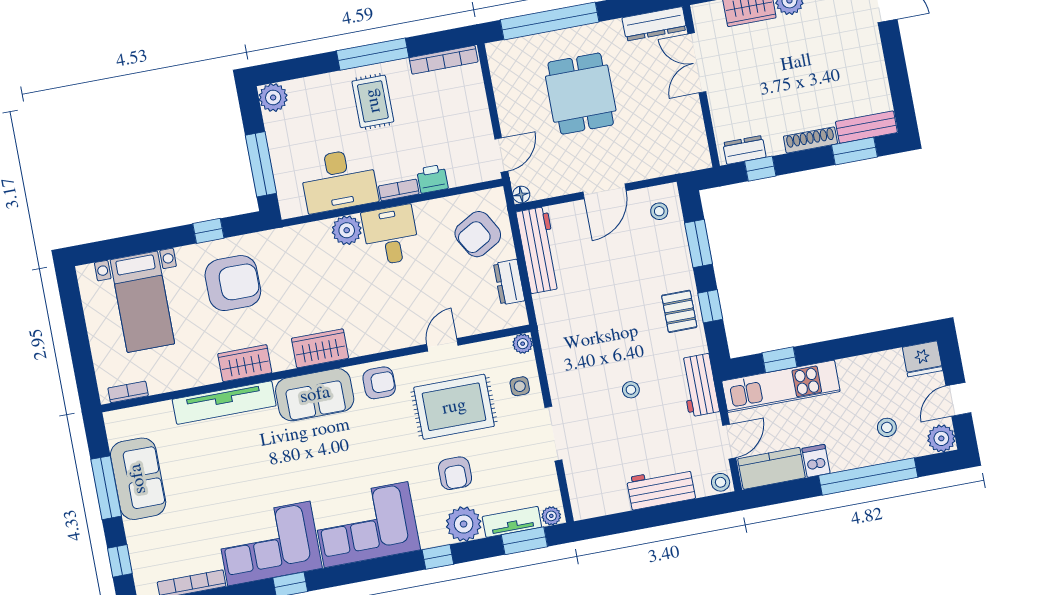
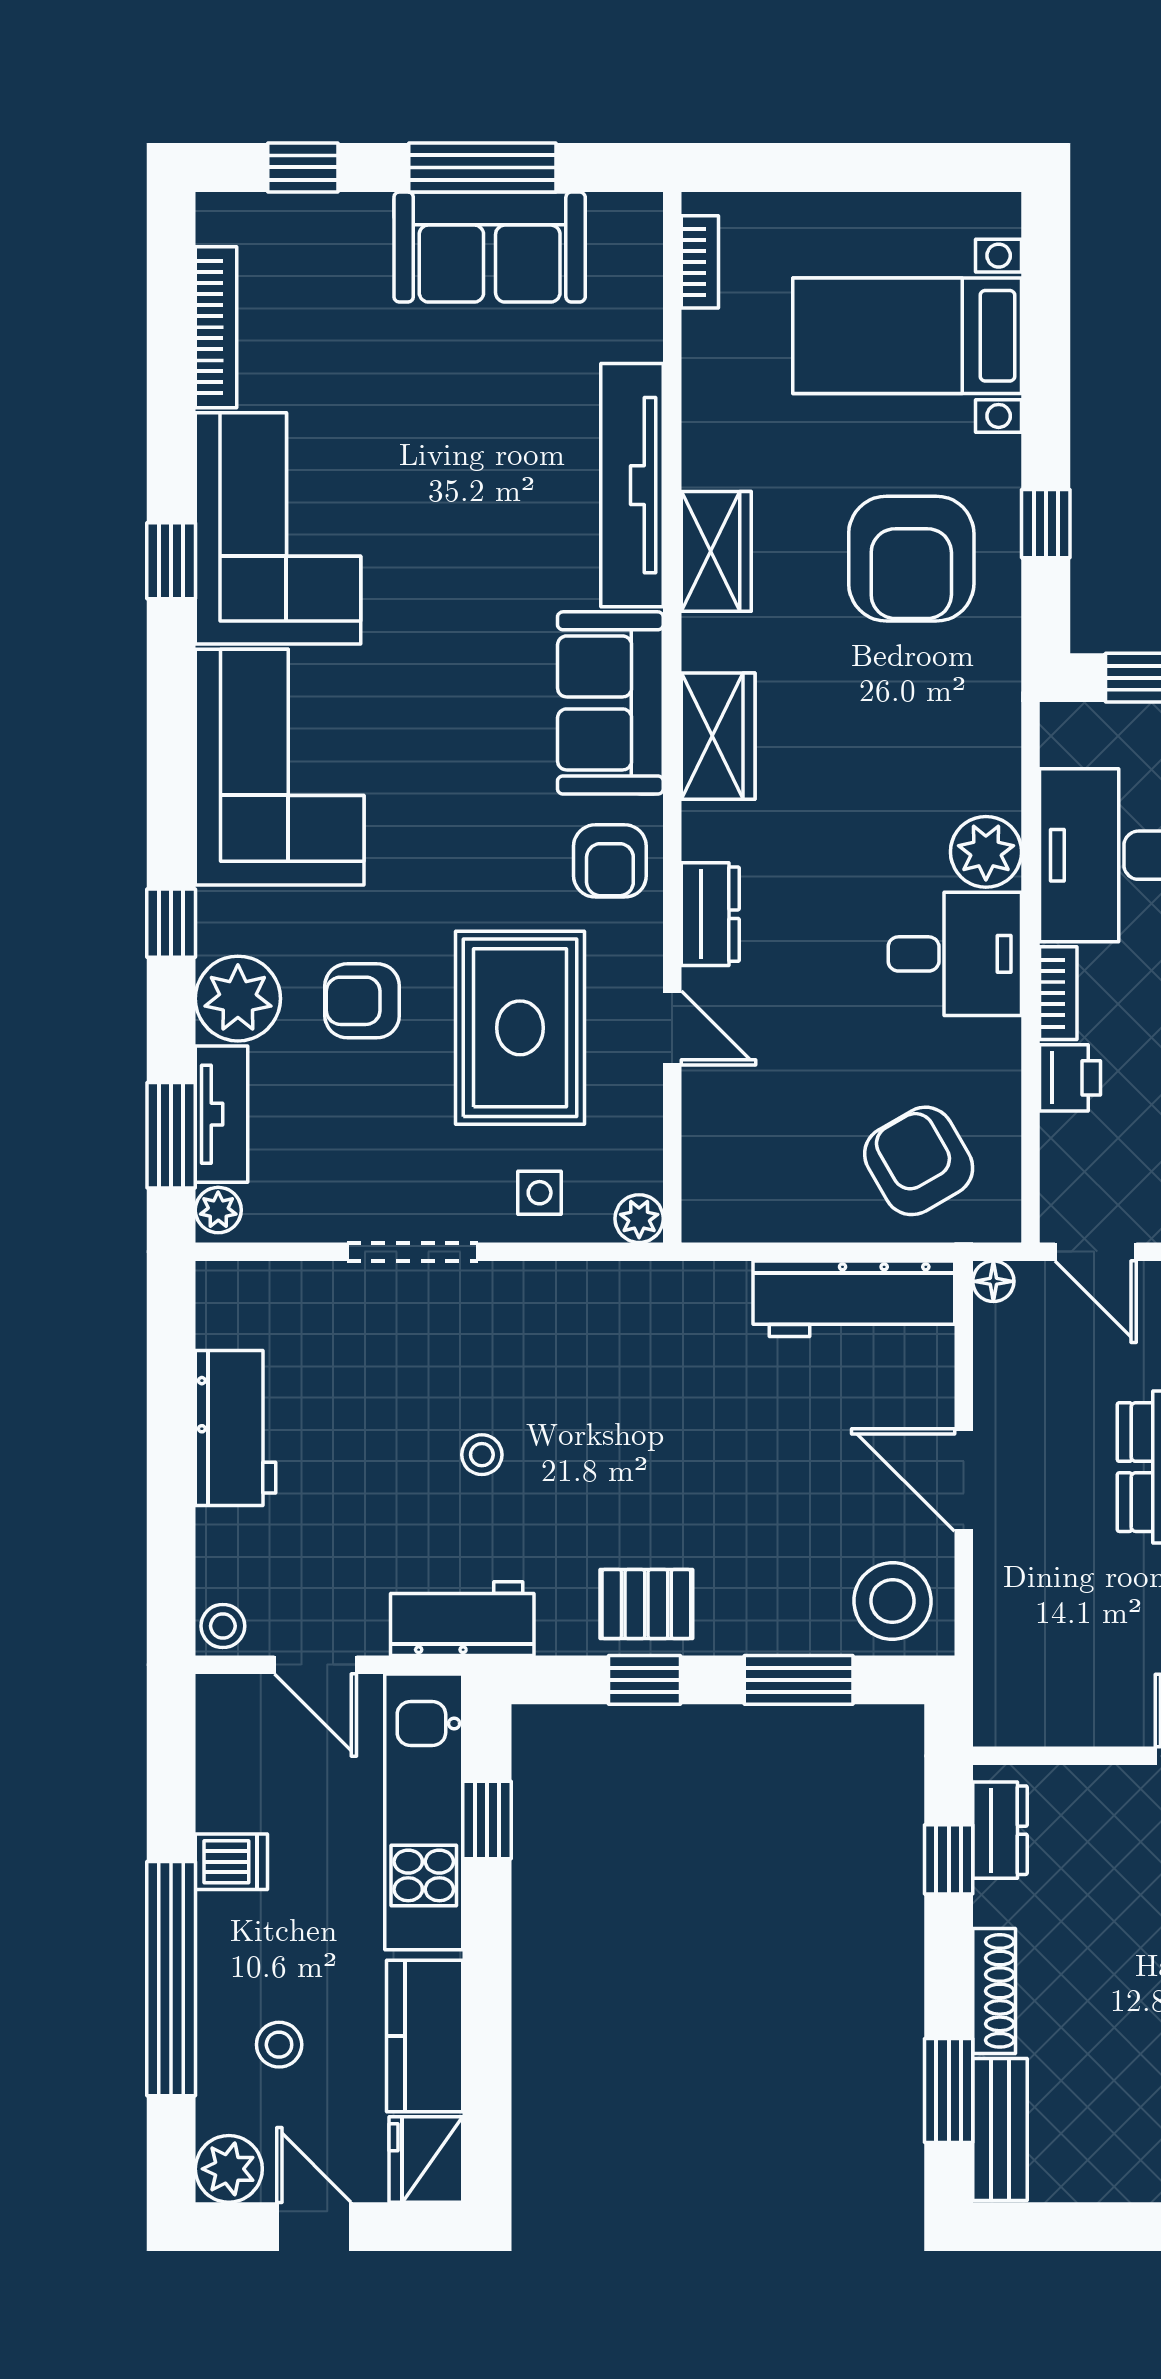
stool: (659, 211) -> (892, 1601), width x1.89, depth x1.89
dresser: (509, 282) -> (710, 914), moved, turned 90
kitchen counter: (771, 468) -> (425, 2036), moved, turned 180
workbench: (661, 488) -> (236, 1428), moved

